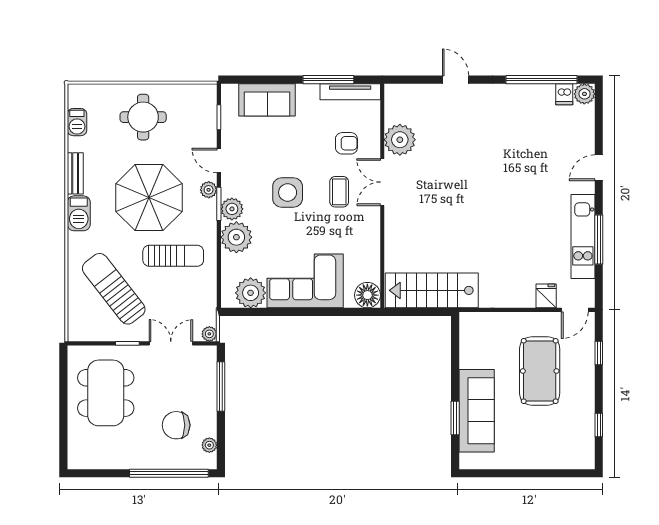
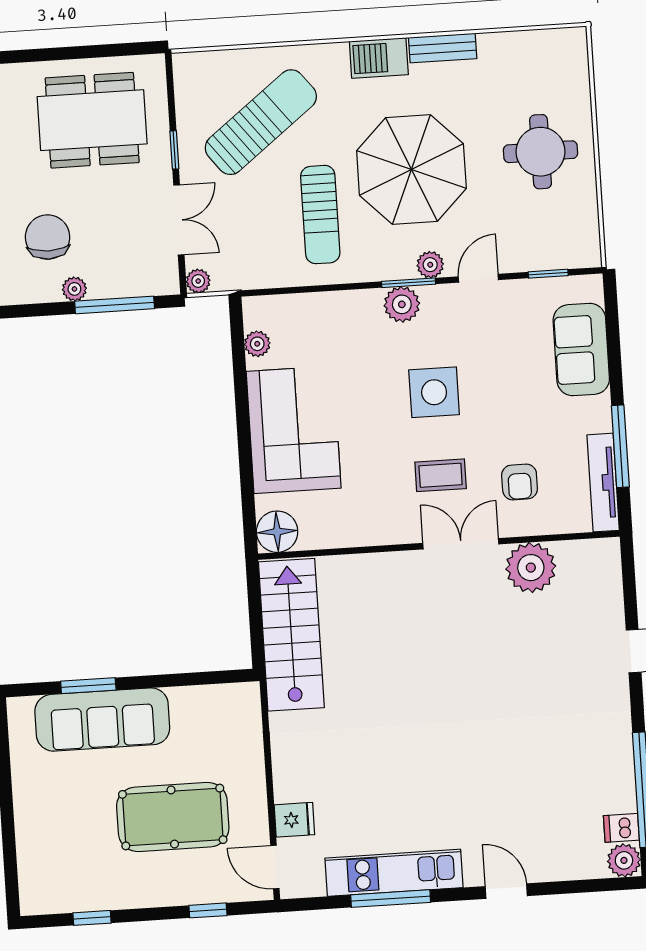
barbecue: (77, 122) -> (526, 46), removed
plant: (236, 237) -> (357, 314), removed
plant: (251, 293) -> (257, 344), width x0.53, depth x0.53
plant: (209, 445) -> (74, 289), moved

